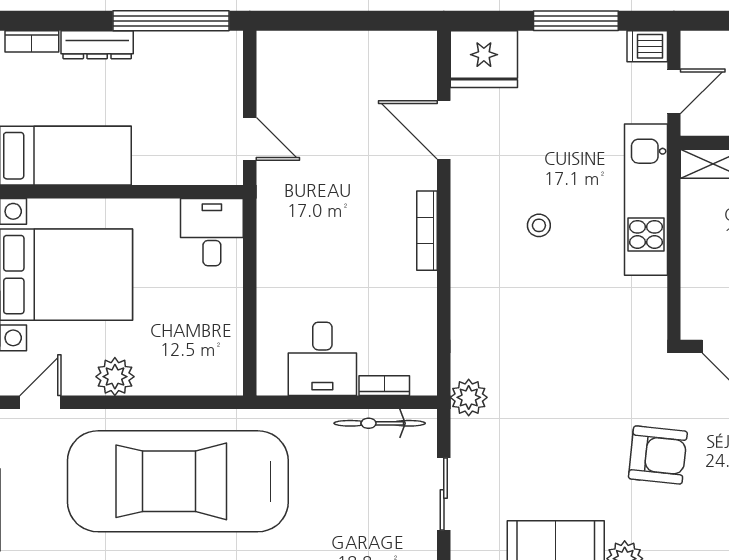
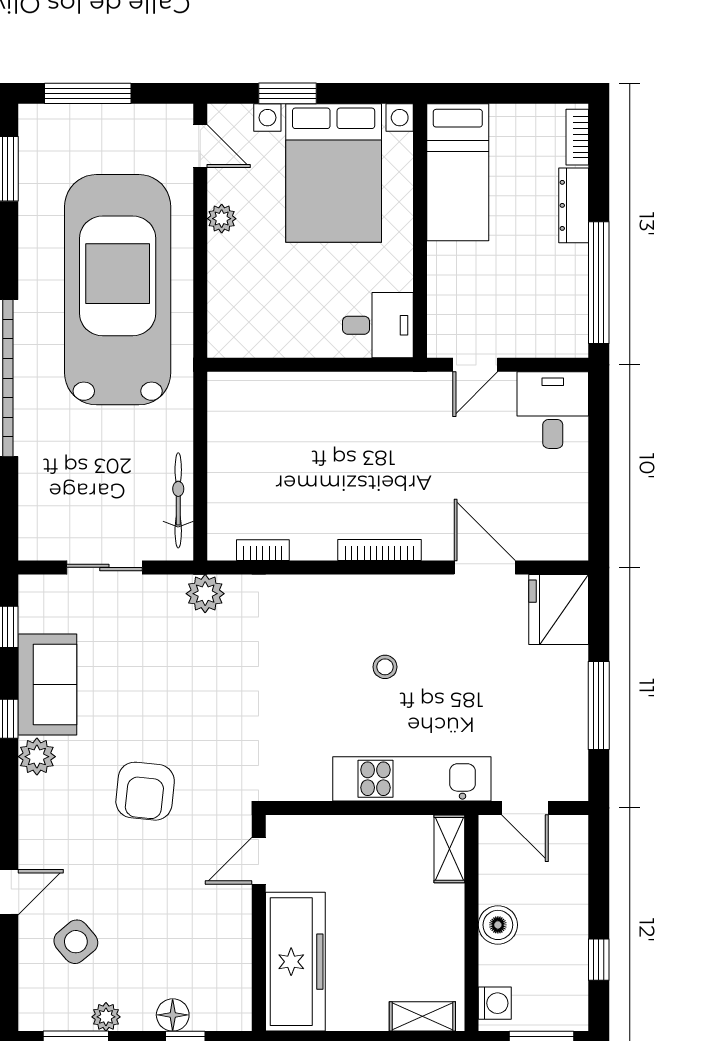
dishwasher: (647, 46) -> (572, 780), removed
door: (444, 130) -> (485, 567), hinge flipped
desk: (322, 359) -> (553, 410), moved, turned 90
plant: (115, 377) -> (222, 219), width x0.73, depth x0.73
bookcase: (384, 386) -> (263, 550), moved, turned -90

